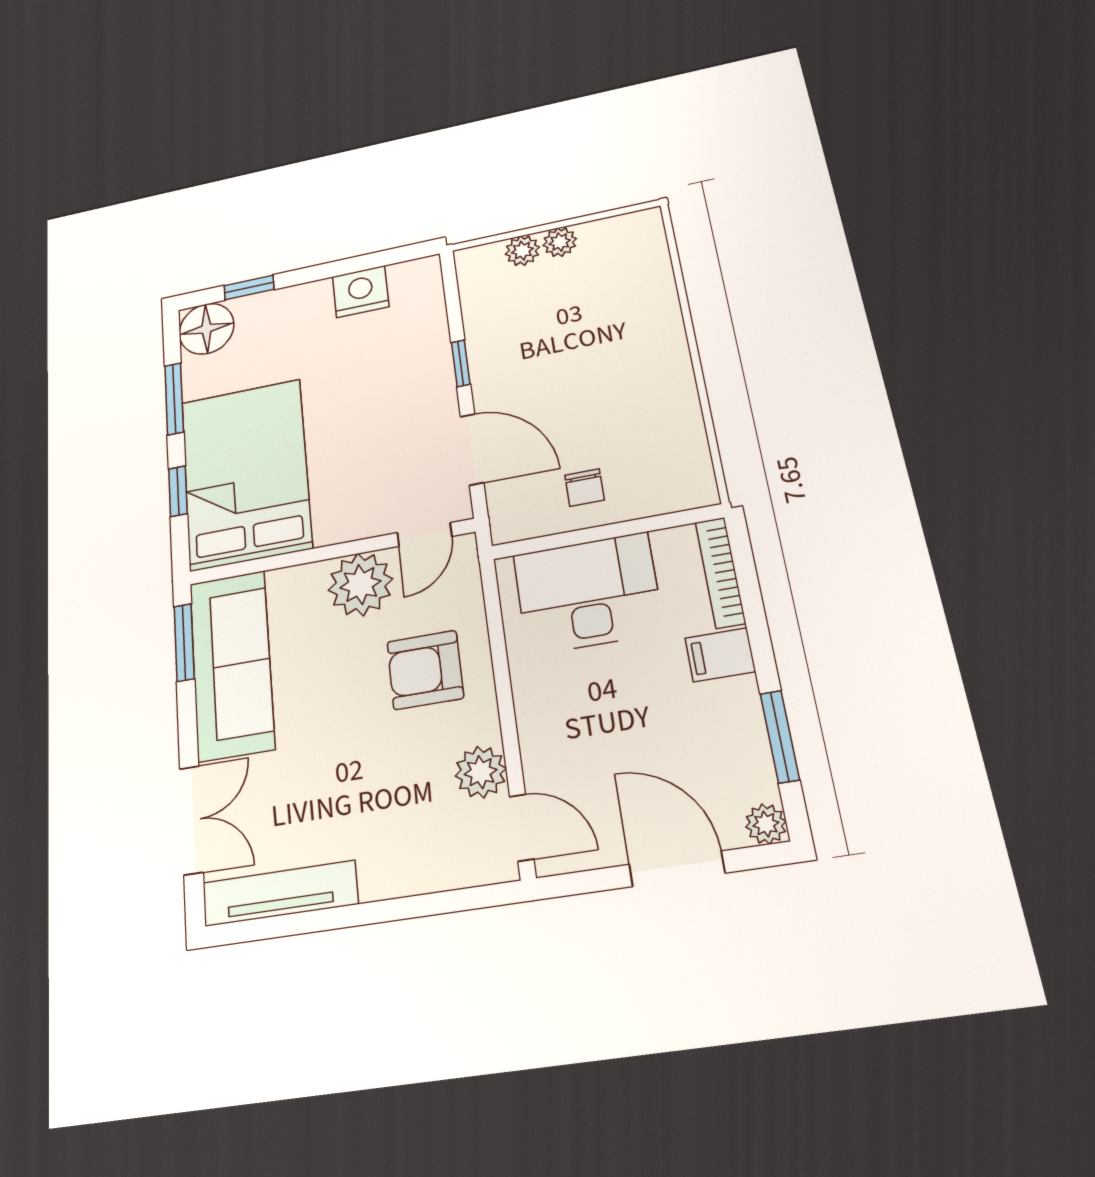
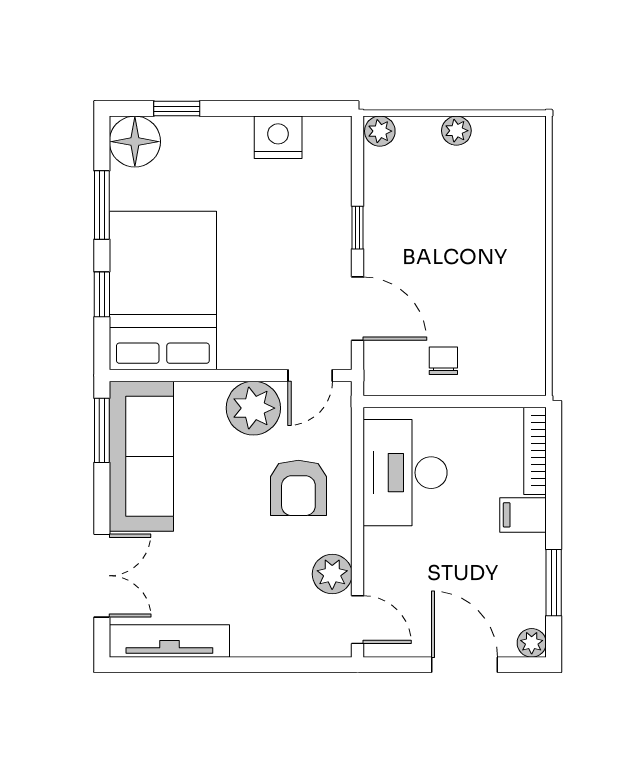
plant: (522, 251) -> (380, 131), moved
chair: (584, 488) -> (443, 361), turned 180
desk: (588, 593) -> (405, 473), moved, turned -90
armchair: (425, 670) -> (298, 488), turned -90

